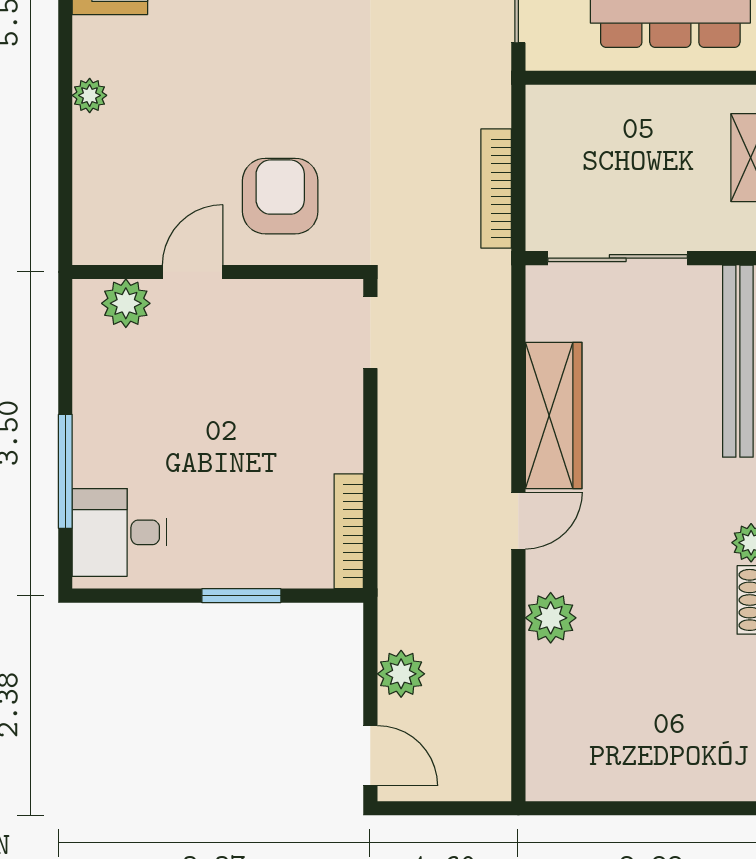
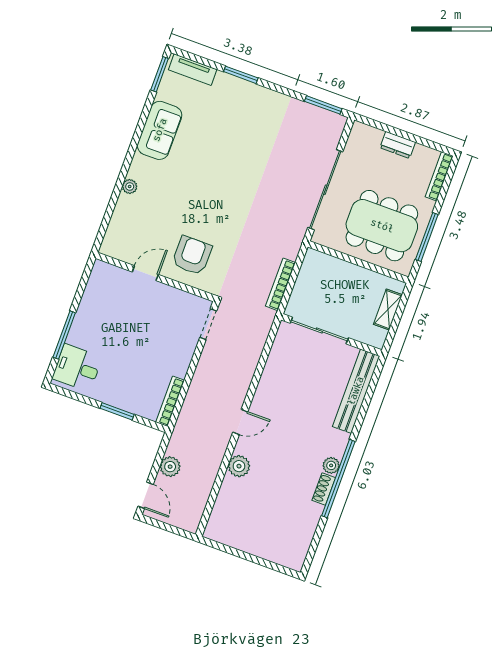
plant: (126, 303) -> (114, 276), removed
wardrobe: (554, 415) -> (270, 385), removed

